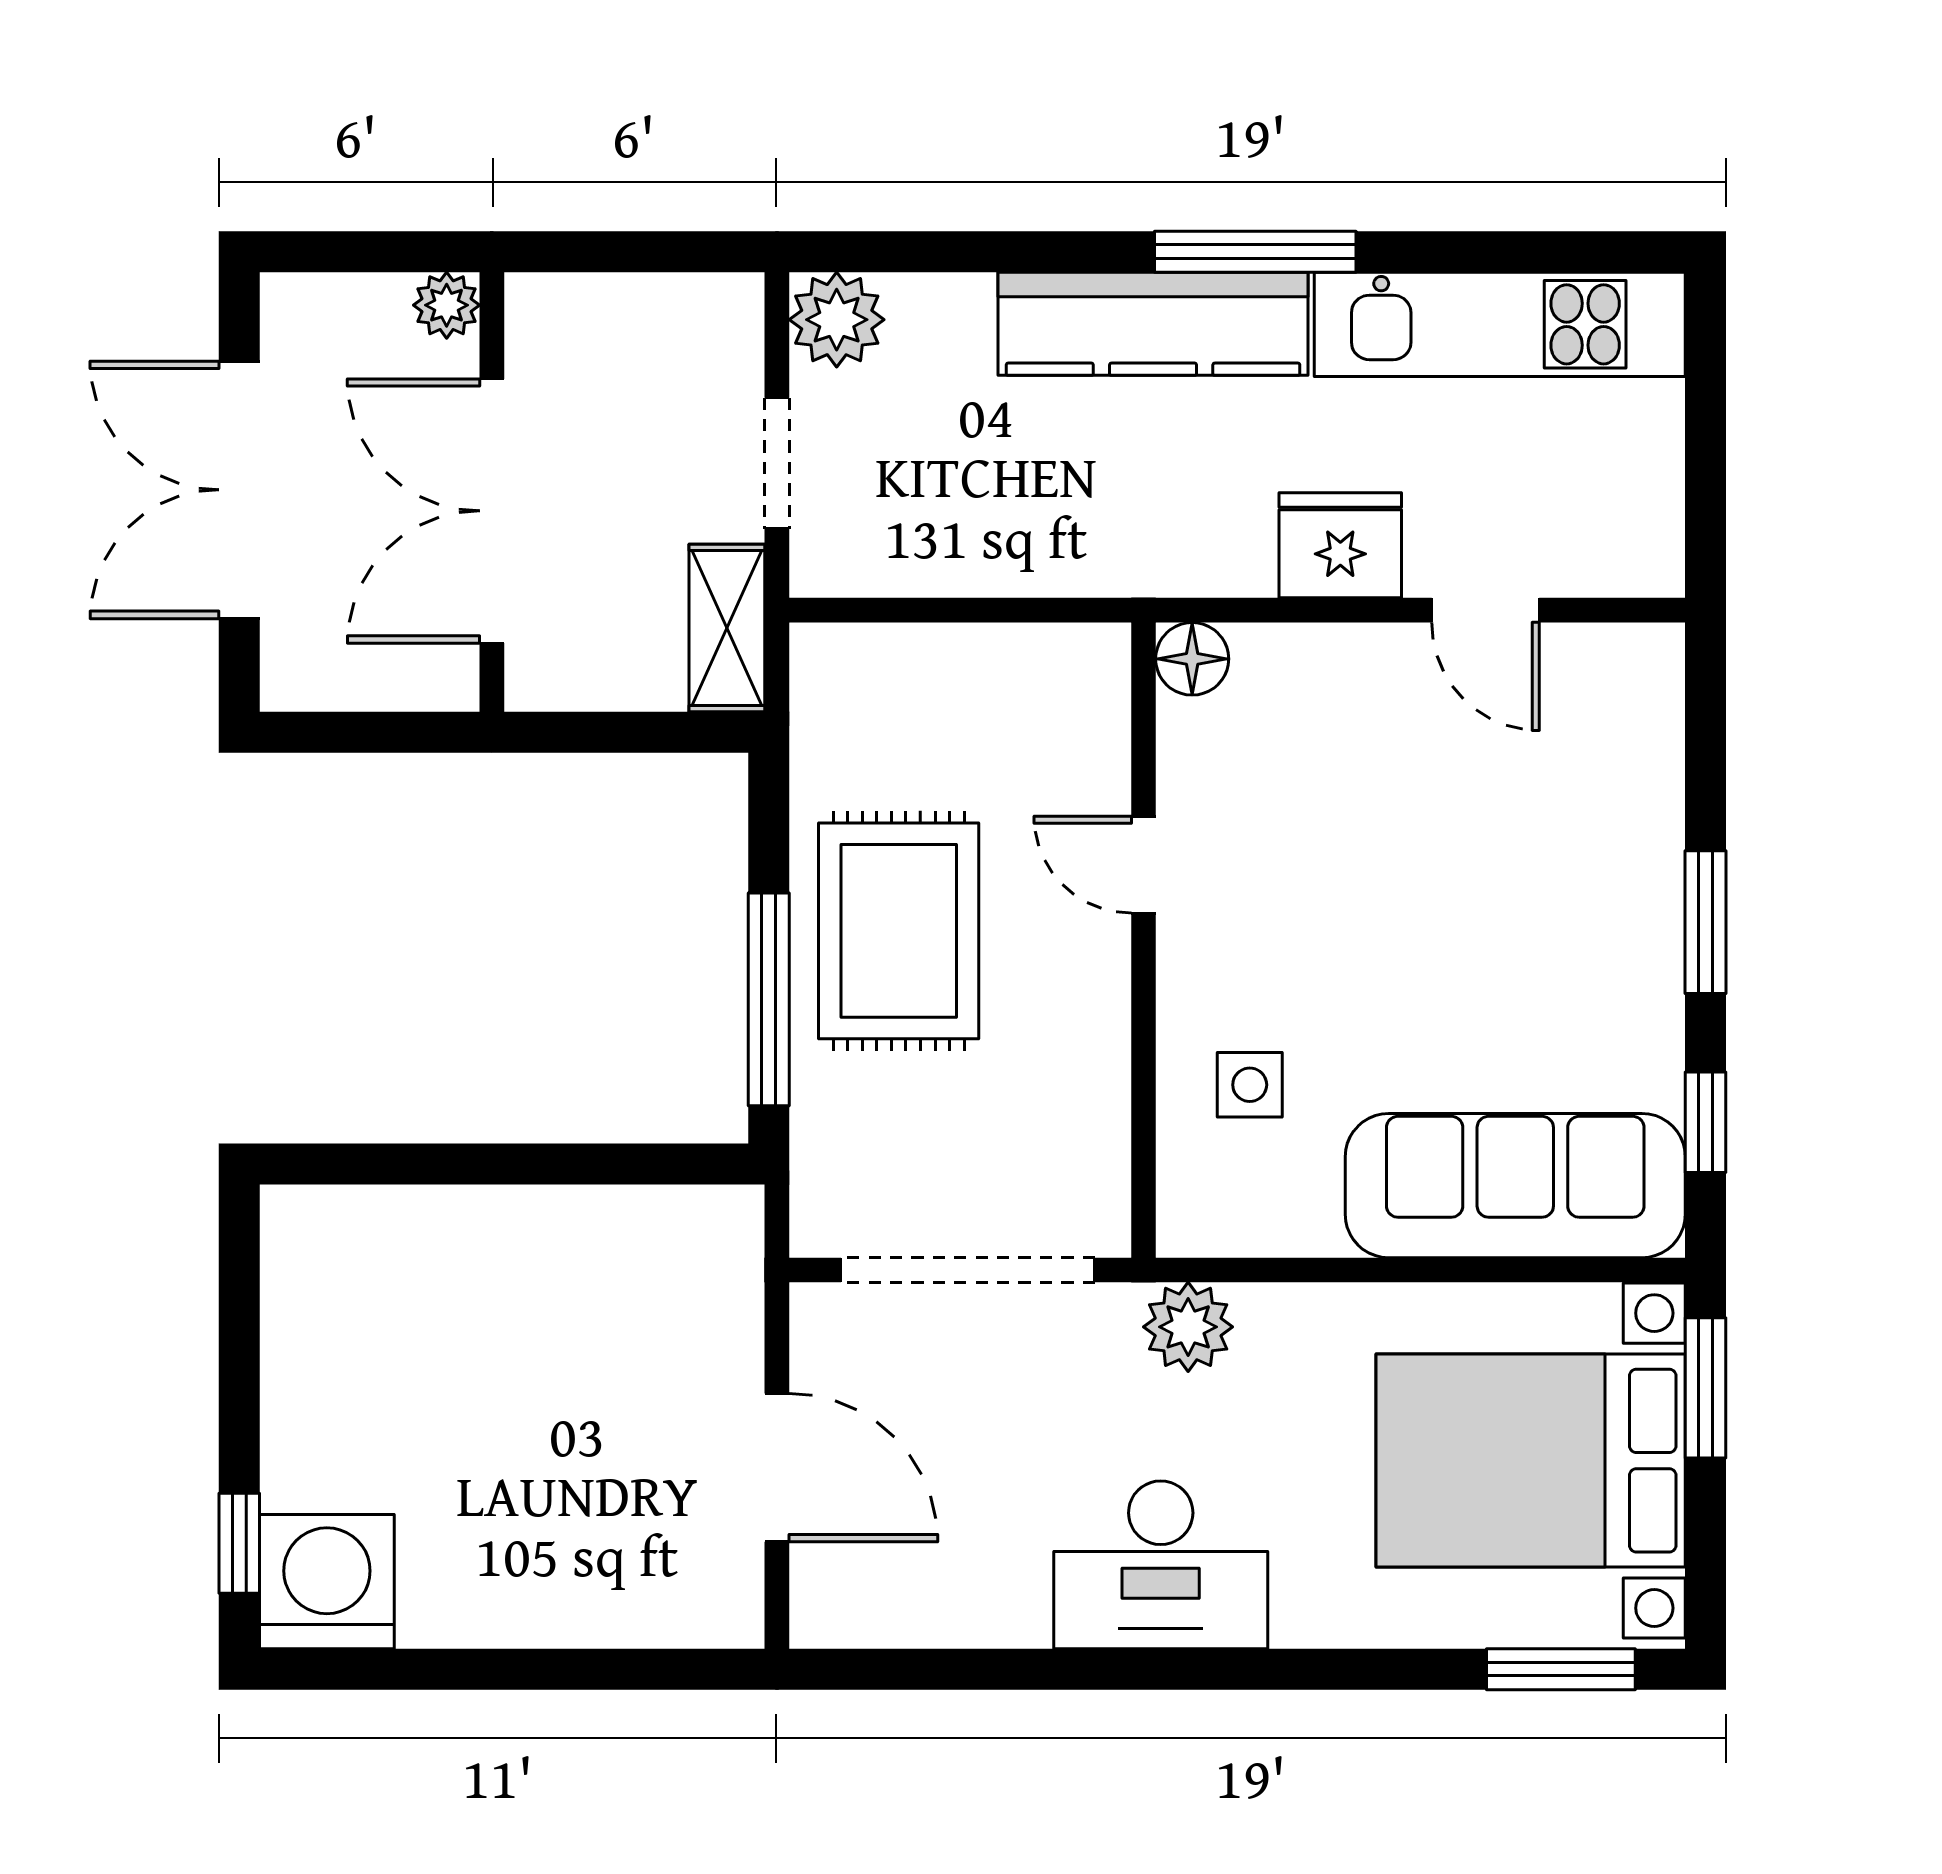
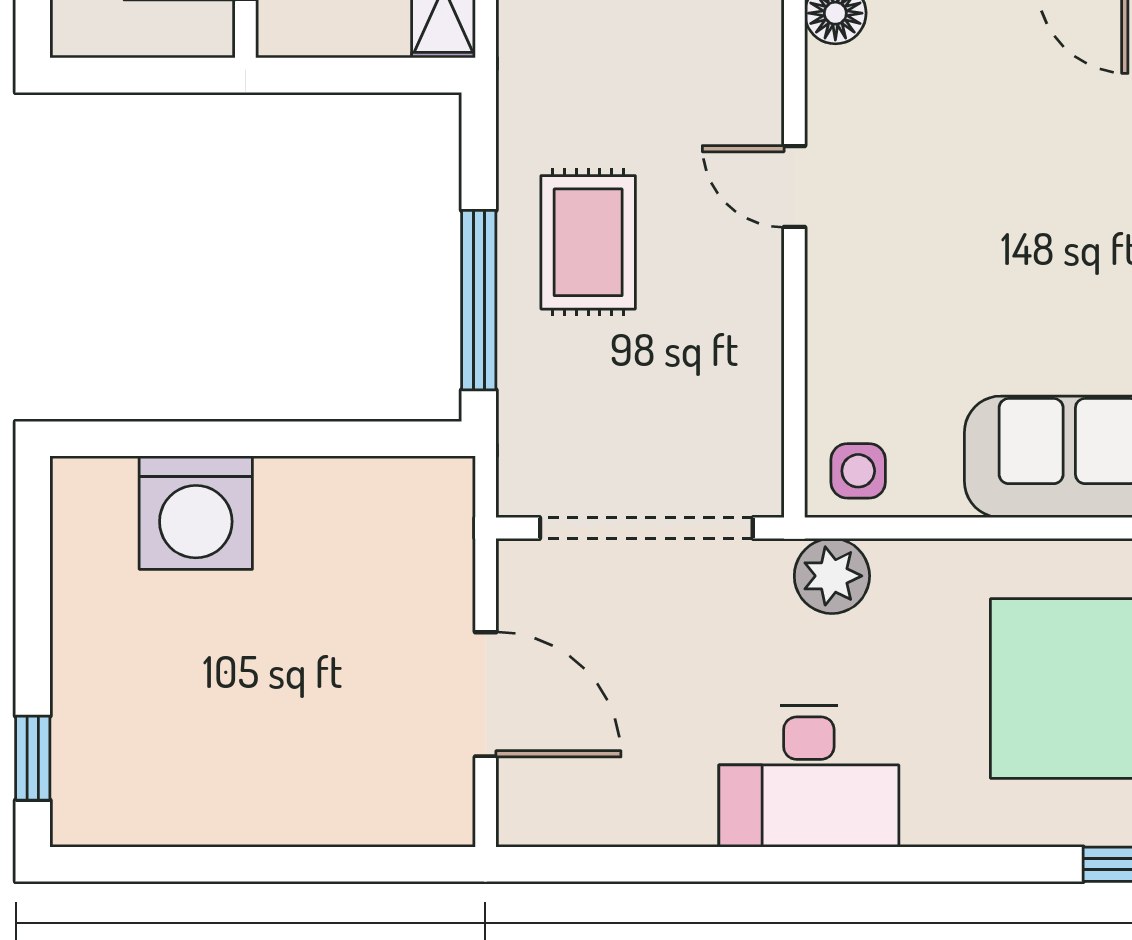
rug: (899, 931) -> (588, 242), width x0.73, depth x0.70
side table: (1250, 1085) -> (858, 471), moved
washing machine: (327, 1582) -> (196, 513), moved, turned 180

